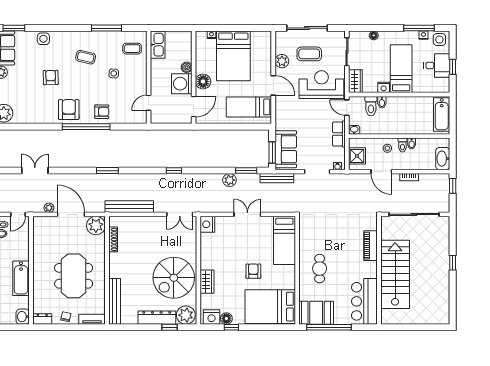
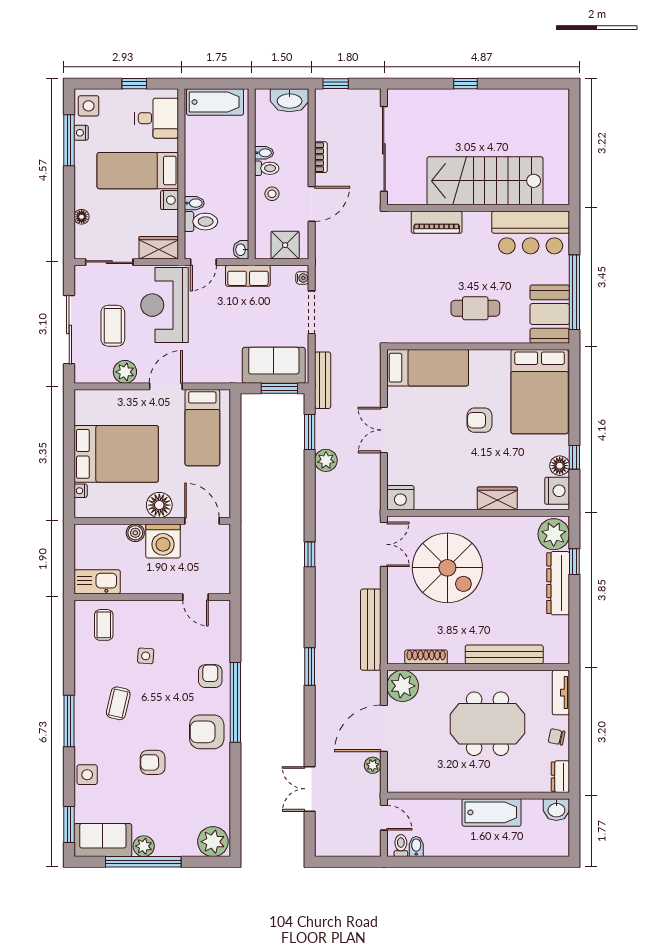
window: (107, 28) -> (69, 721), moved
desk: (437, 65) -> (157, 118), moved, turned 90
spiral stairs: (174, 278) -> (447, 568), moved
bench: (115, 301) -> (504, 655), moved

